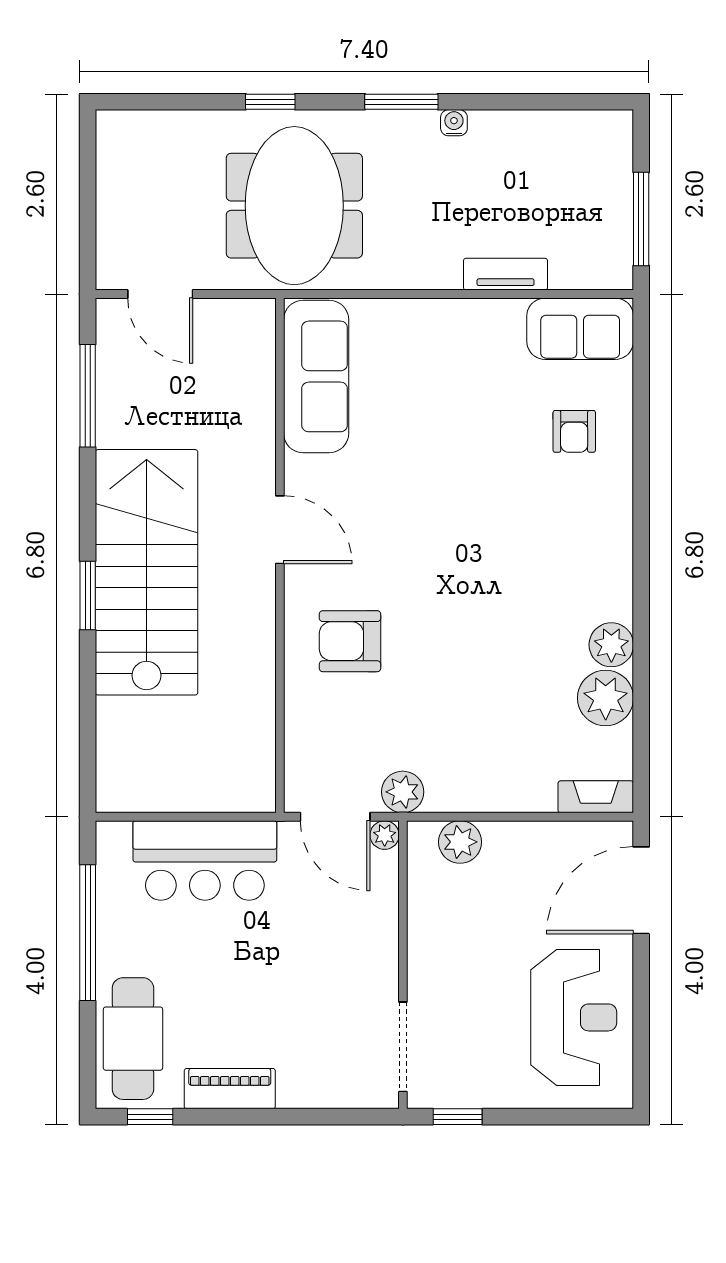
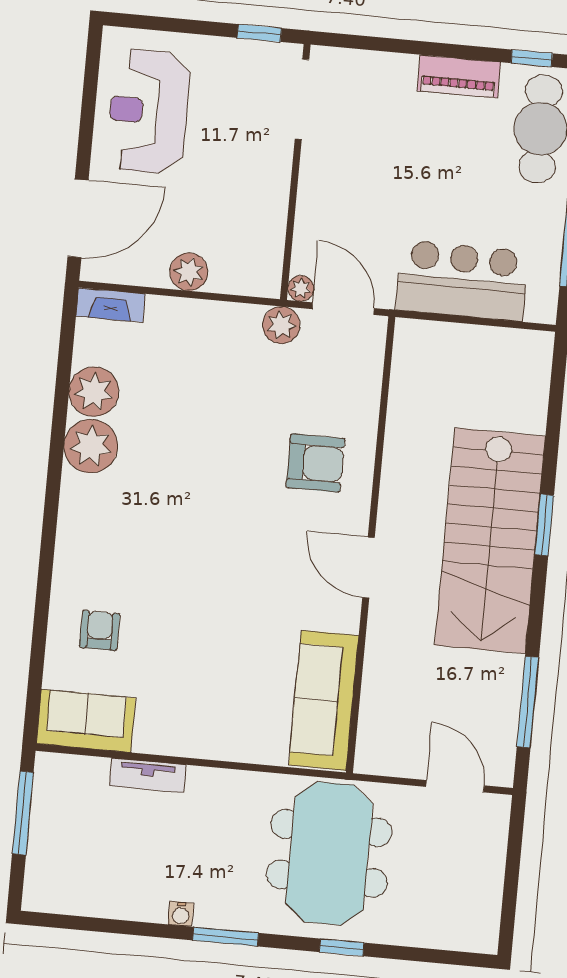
plant: (611, 645) -> (91, 446), width x1.36, depth x1.36
plant: (460, 842) -> (189, 272), moved

